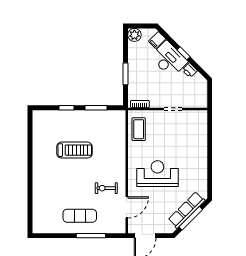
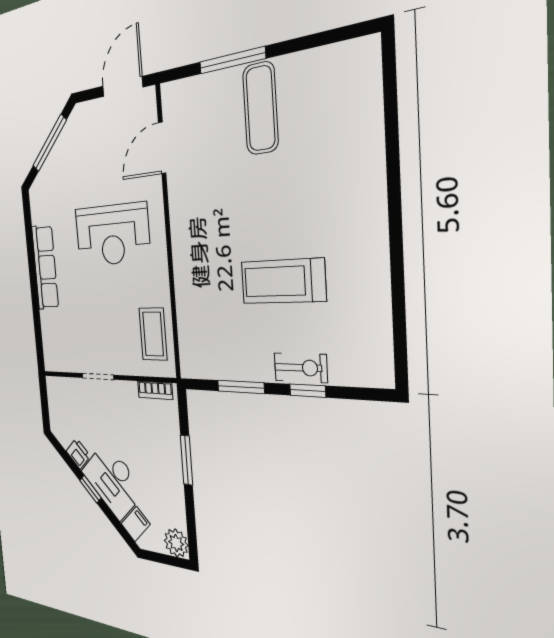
exercise bike: (106, 188) -> (301, 368), moved
row of seats: (187, 210) -> (45, 267), moved, turned -45
exercise mat: (80, 216) -> (260, 108), turned 90

